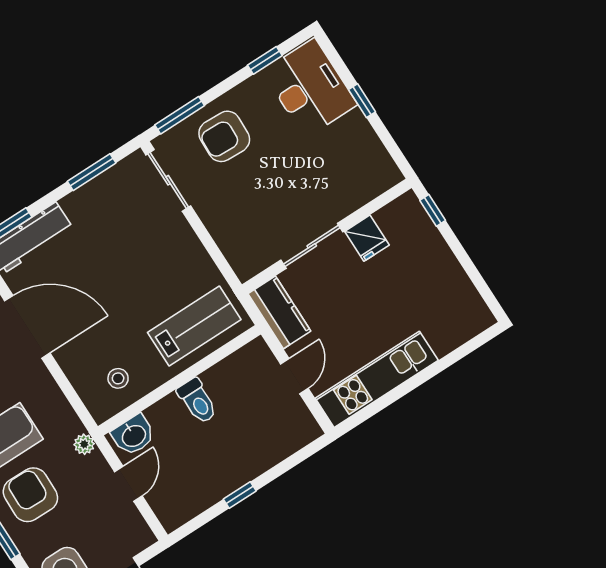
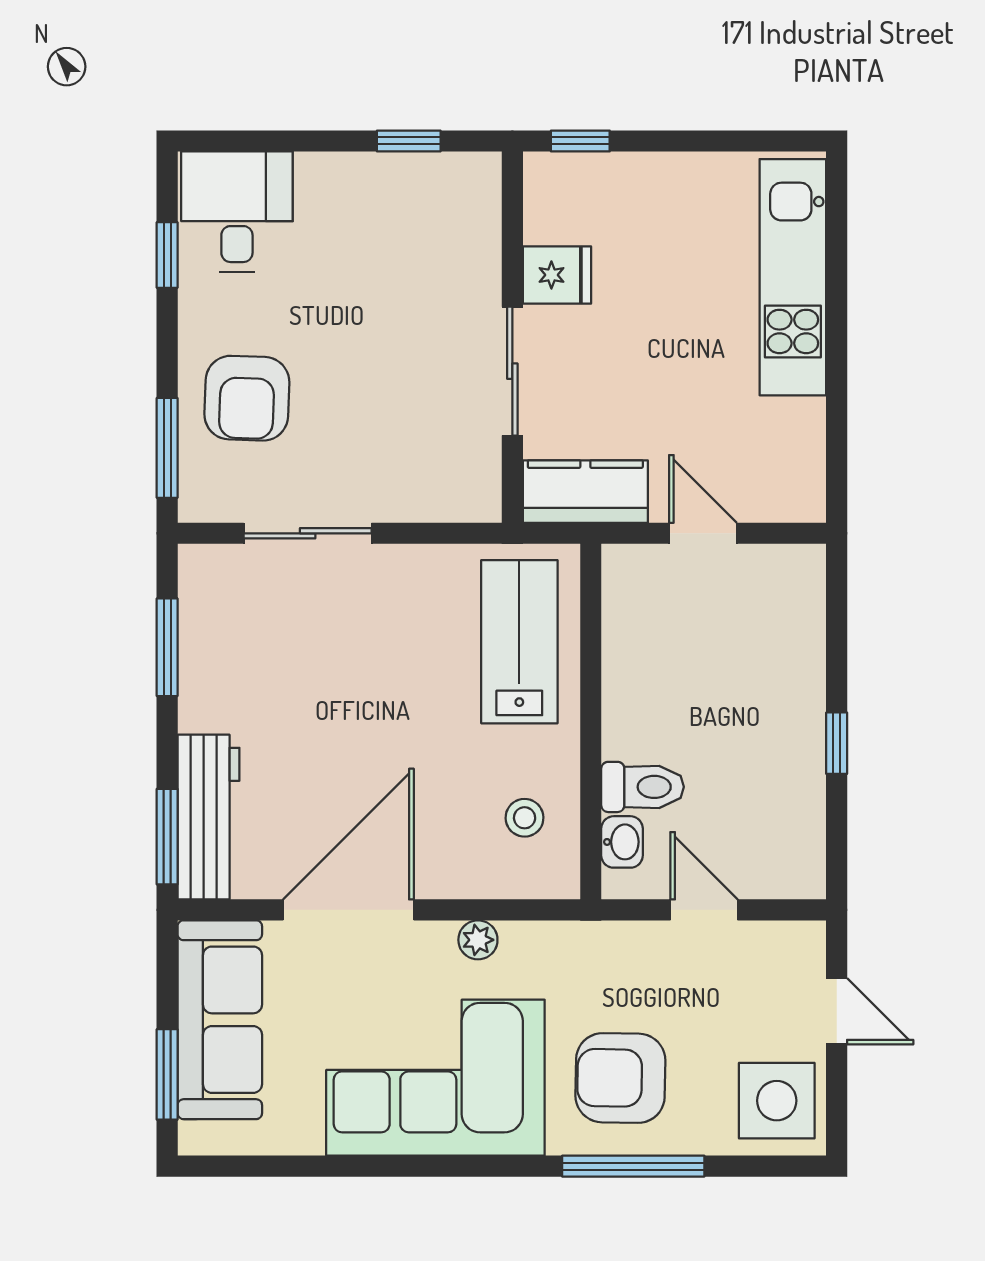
desk: (310, 88) -> (237, 212), width x0.73
window: (362, 101) -> (409, 141), moved
sliding door: (168, 180) -> (308, 533), moved
kitchen unit: (377, 379) -> (793, 277), moved
toilet: (197, 401) -> (643, 787), moved
washbasin: (133, 435) -> (622, 842), width x0.72, depth x0.69
plant: (84, 444) -> (478, 940), moved

